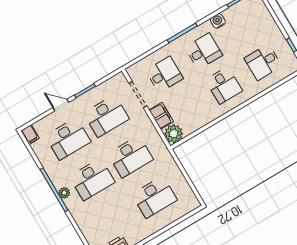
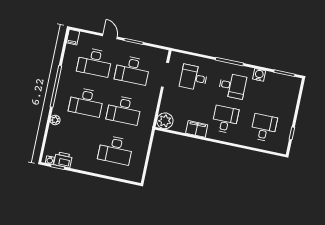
desk: (263, 62) -> (264, 128), turned 90
desk: (164, 75) -> (194, 78), turned 180
desk: (224, 85) -> (225, 119), turned 180
filing cabinet: (161, 116) -> (197, 129), moved, turned -90
plant: (64, 193) -> (55, 120), moved

